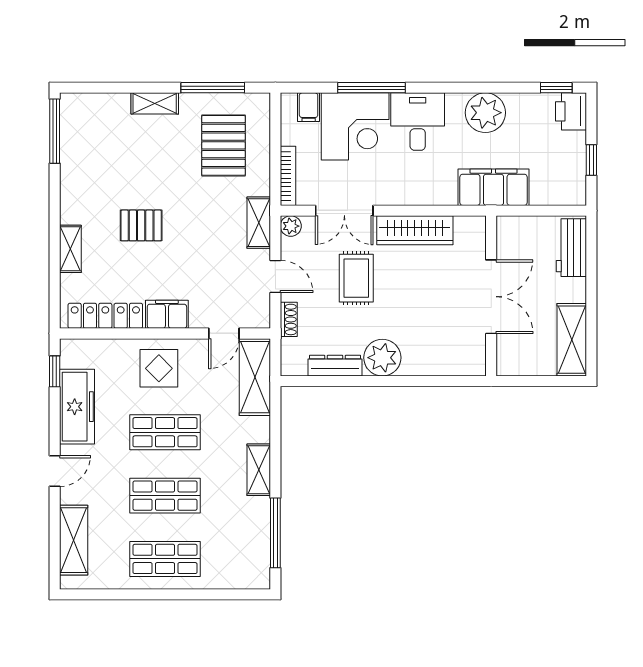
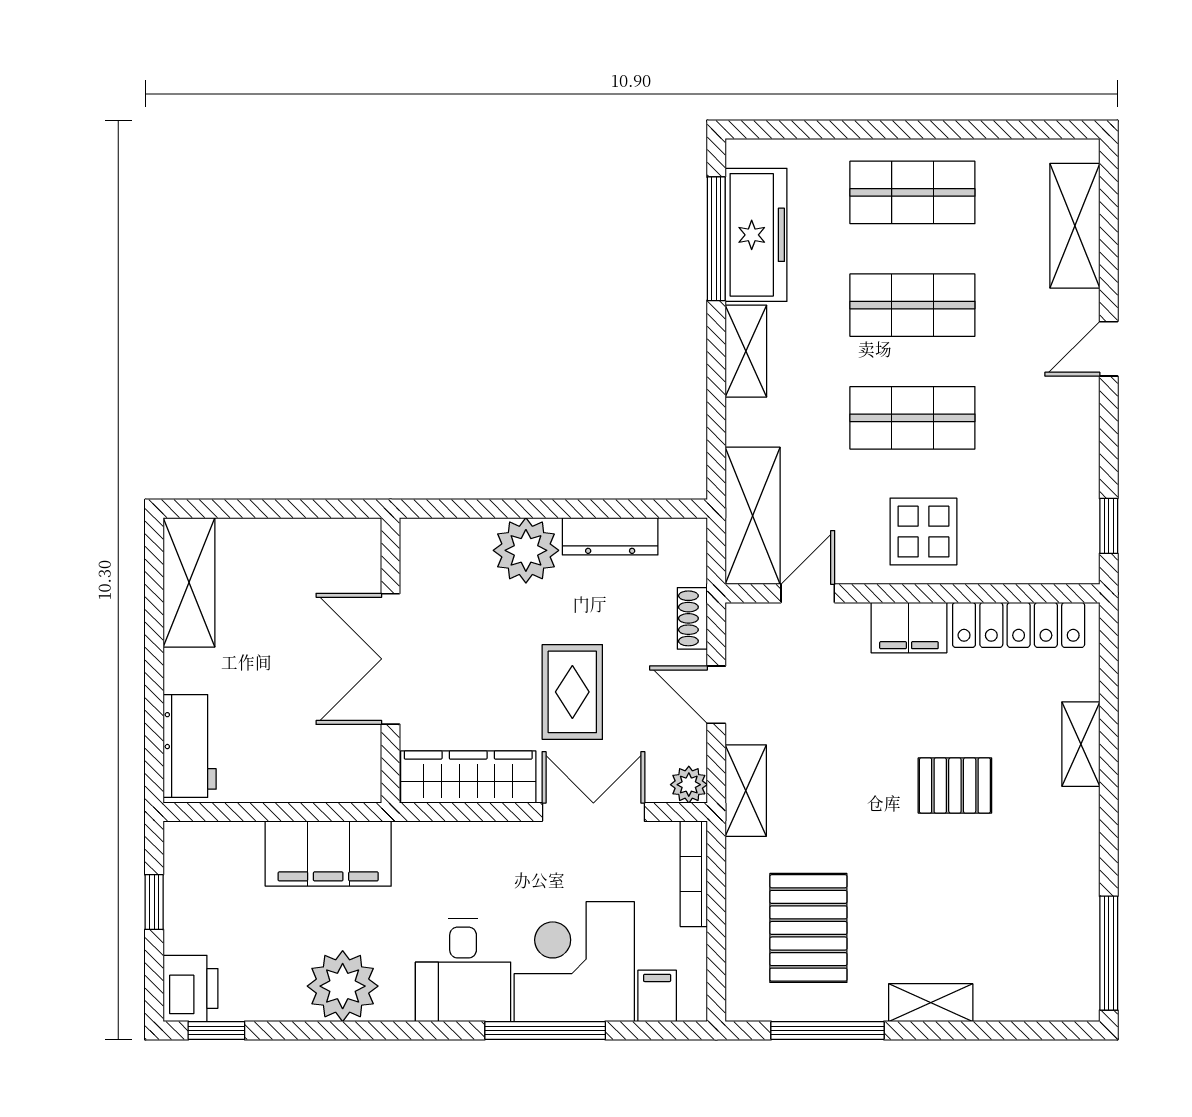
wall: (491, 296) -> (391, 660), moved
double door: (491, 297) -> (391, 659), moved
freezer: (77, 407) -> (756, 235), moved, turned 180

